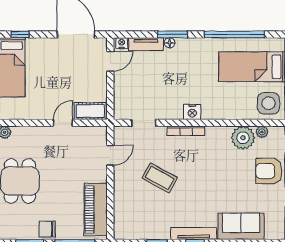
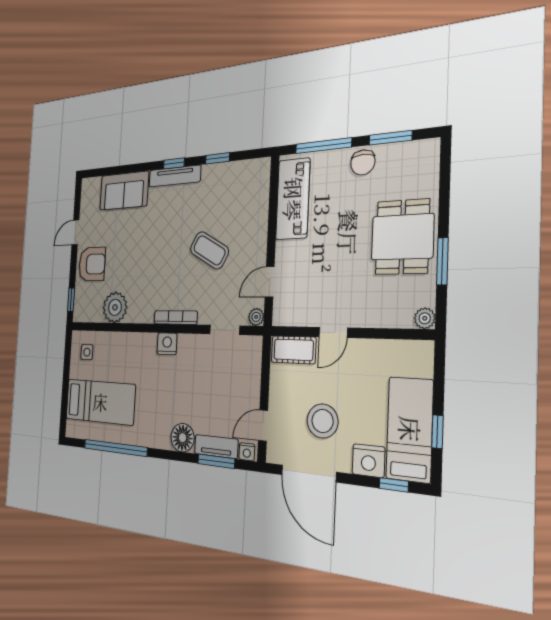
window: (173, 34) -> (216, 461), moved
floor lamp: (170, 43) -> (183, 438), width x1.89, depth x1.89
nightstand: (36, 47) -> (368, 461), added
stool: (68, 68) -> (323, 421), added
side table: (268, 103) -> (87, 352), width x0.54, depth x0.54
plant: (262, 132) -> (256, 317), moved
chair: (47, 229) -> (363, 162), turned 90

